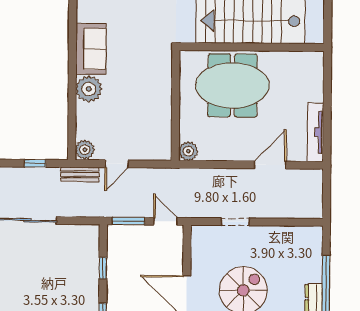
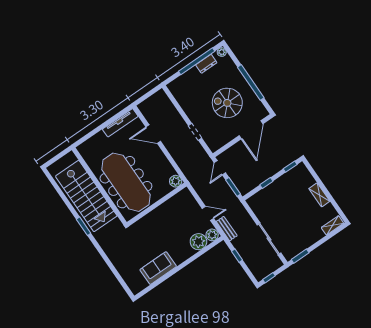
meeting table: (232, 85) -> (126, 182), width x1.36
plant: (89, 89) -> (198, 242), moved

